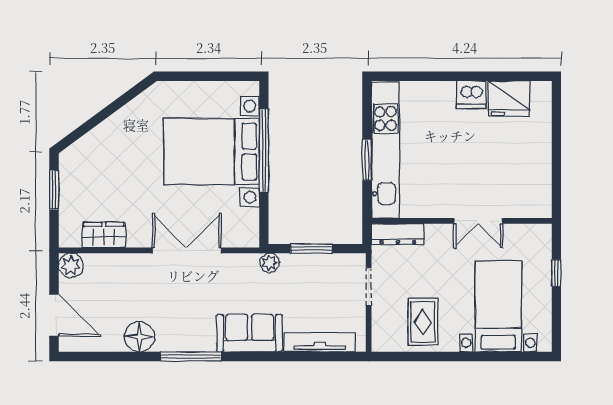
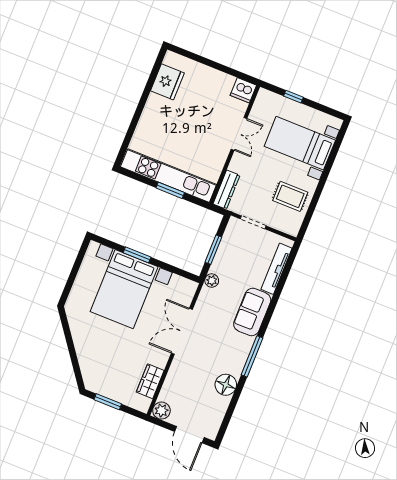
dishwasher: (471, 95) -> (243, 90), moved, turned 90
window: (264, 150) -> (137, 255), width x0.47
door: (54, 315) -> (189, 435), swing flipped

